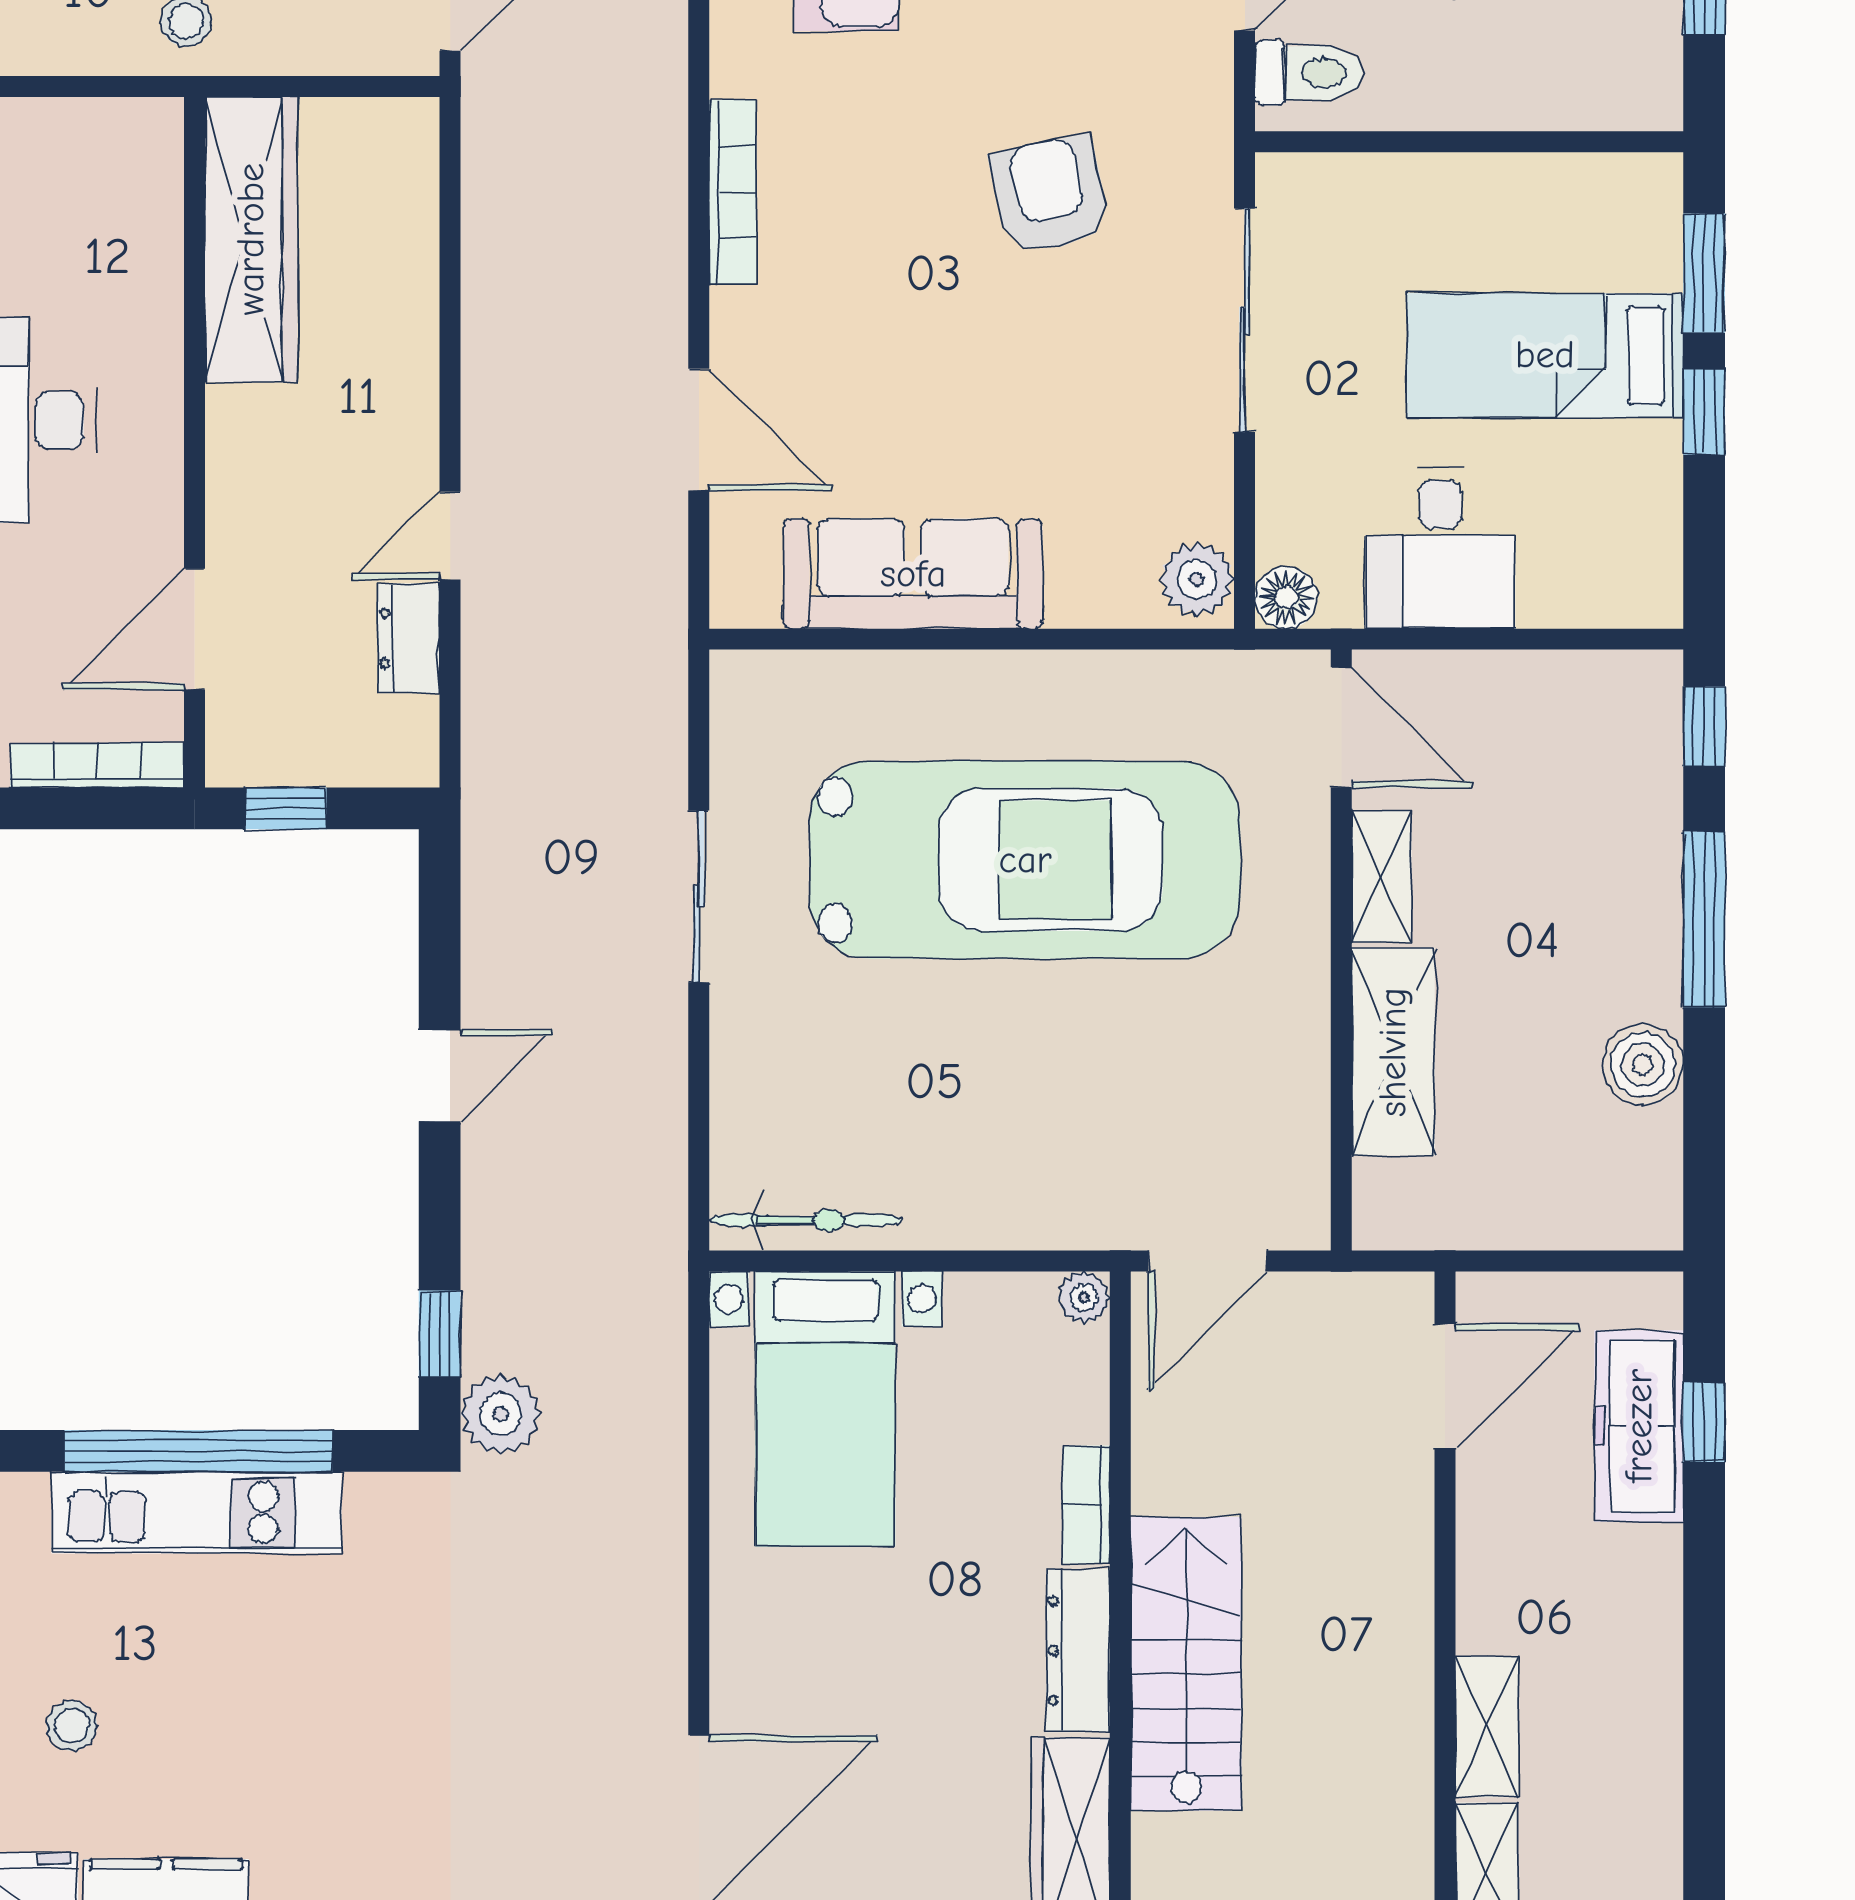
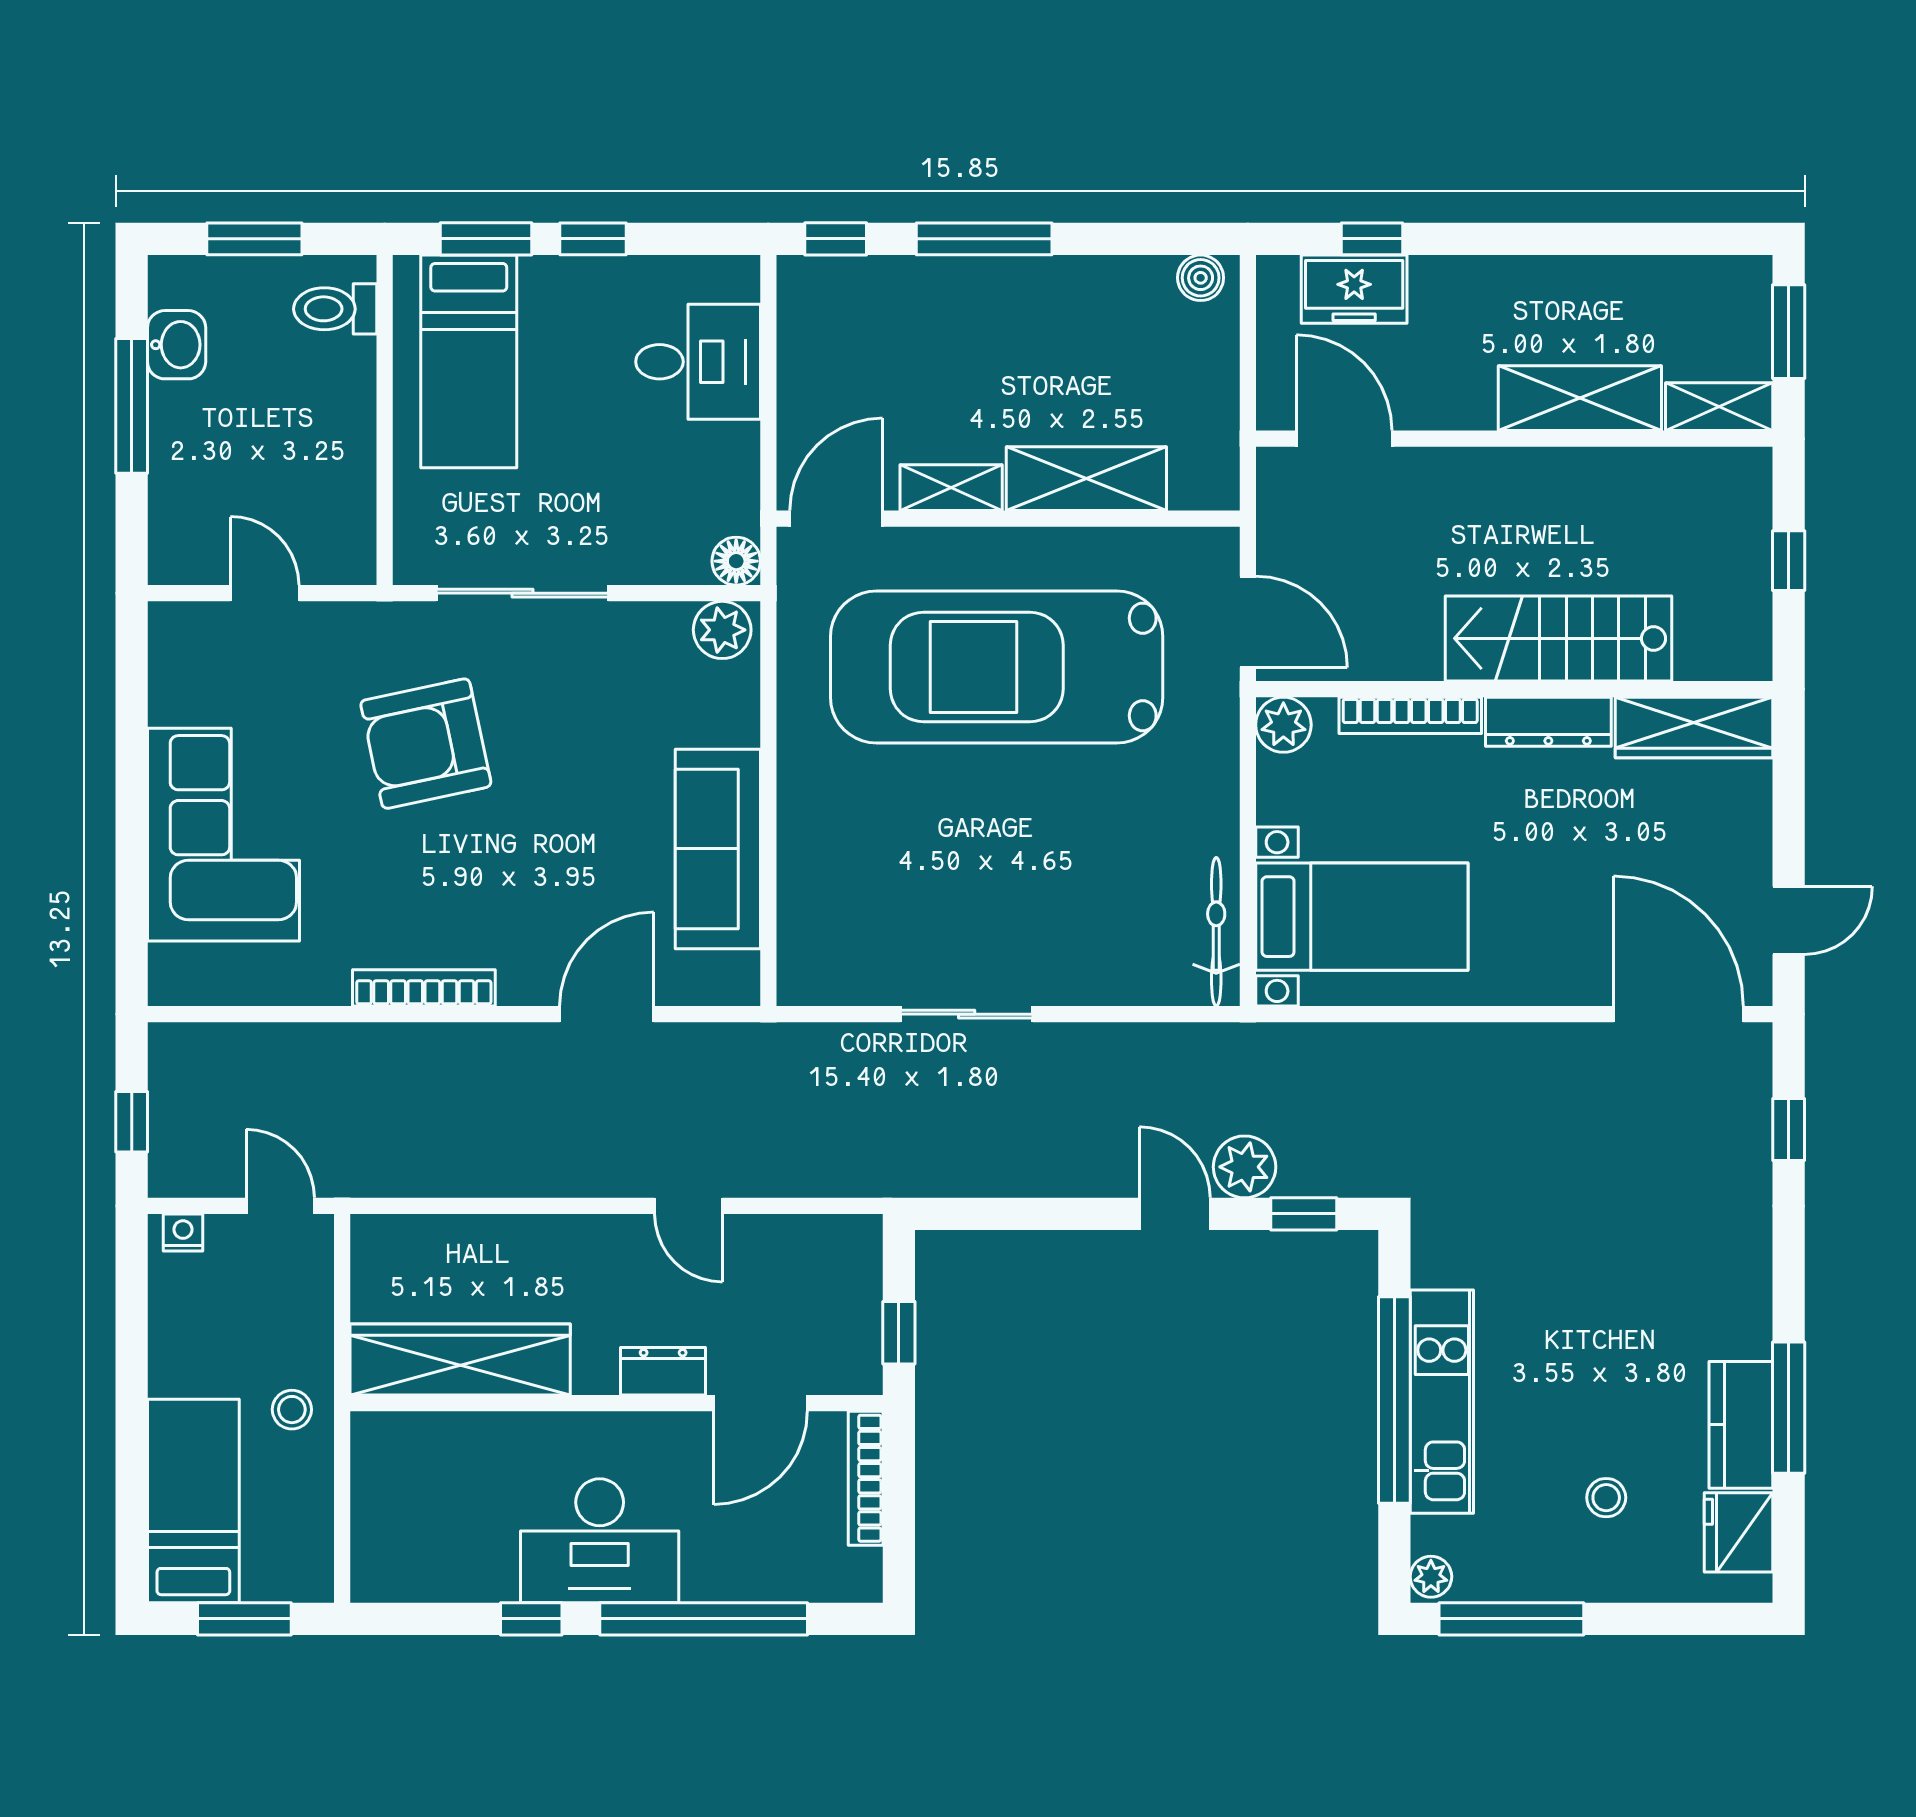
toilet: (1309, 73) -> (335, 309), moved, turned -90
armchair: (1050, 195) -> (426, 744), width x1.36, depth x1.36
bed: (1545, 355) -> (469, 361), moved
desk: (1440, 548) -> (698, 362), moved
door: (194, 629) -> (761, 1403), hinge flipped
dresser: (409, 638) -> (663, 1371), moved, turned 180
car: (1025, 860) -> (997, 667), moved, turned -90
boiler: (1643, 1065) -> (1201, 278), moved, width x0.73, depth x0.73
door: (440, 1075) -> (1175, 1214), moved
plant: (1084, 1297) -> (1283, 725), width x1.38, depth x1.38
plant: (501, 1414) -> (1245, 1167), moved
freezer: (1639, 1426) -> (1354, 289), width x0.71
bookcase: (1086, 1505) -> (1410, 715), width x1.56
shelving: (1487, 1727) -> (1580, 398), width x1.50, depth x1.33

